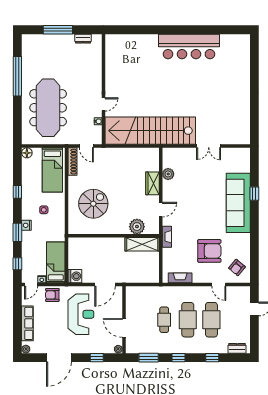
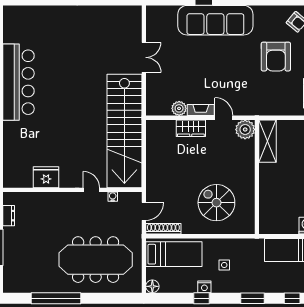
fridge: (113, 68) -> (46, 177), added
nightstand: (26, 225) -> (204, 287), moved
plant: (137, 227) -> (245, 129), moved
fireplace: (167, 237) -> (201, 110), moved
armchair: (209, 251) -> (276, 57), turned 180

